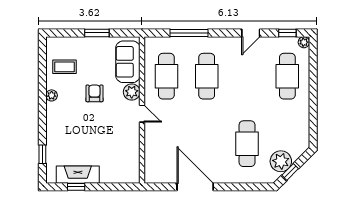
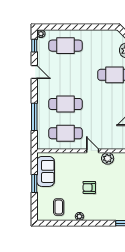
sofa: (128, 62) -> (46, 171), moved, turned -90
plant: (132, 92) -> (108, 158), moved
armchair: (94, 93) -> (89, 187), moved
door: (142, 114) -> (93, 151), hinge flipped

